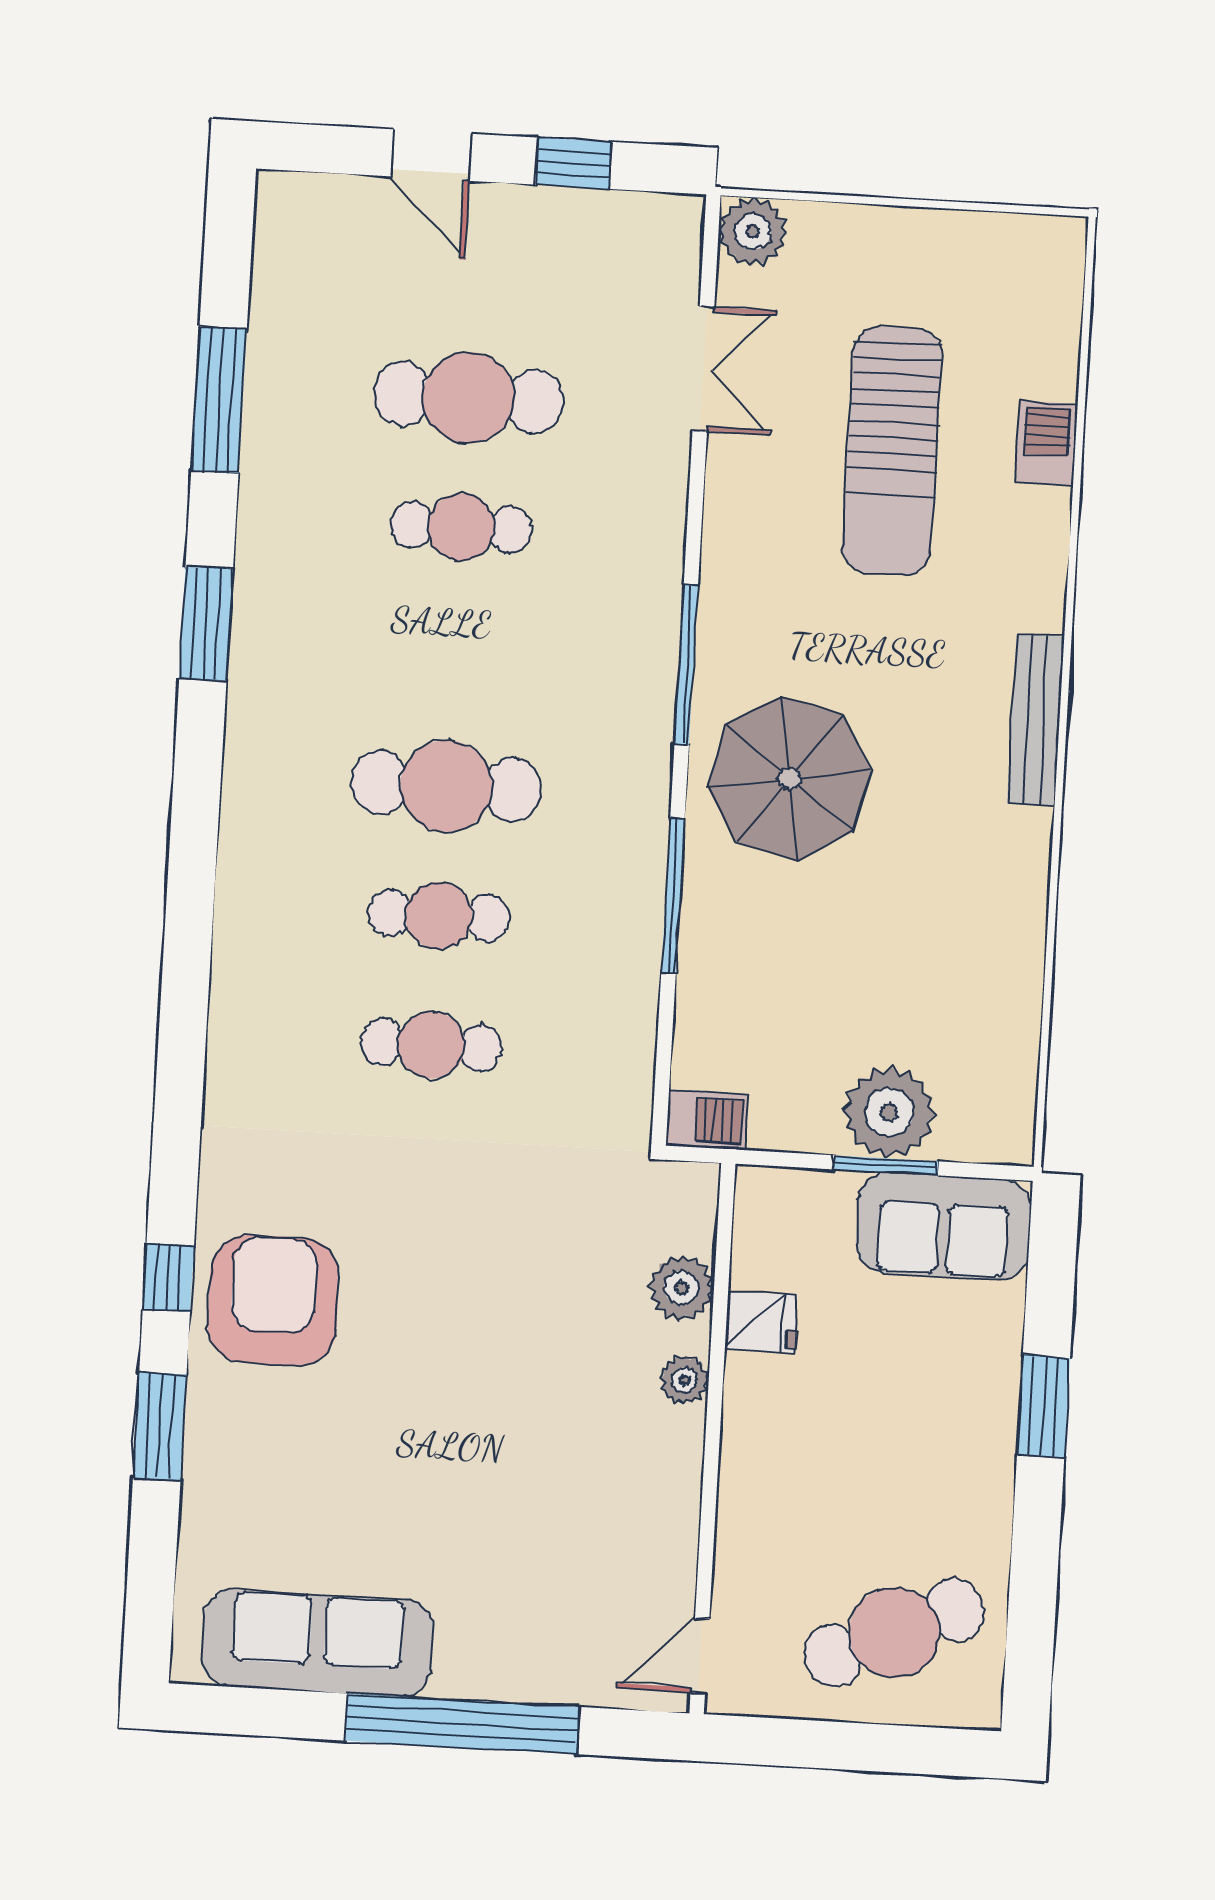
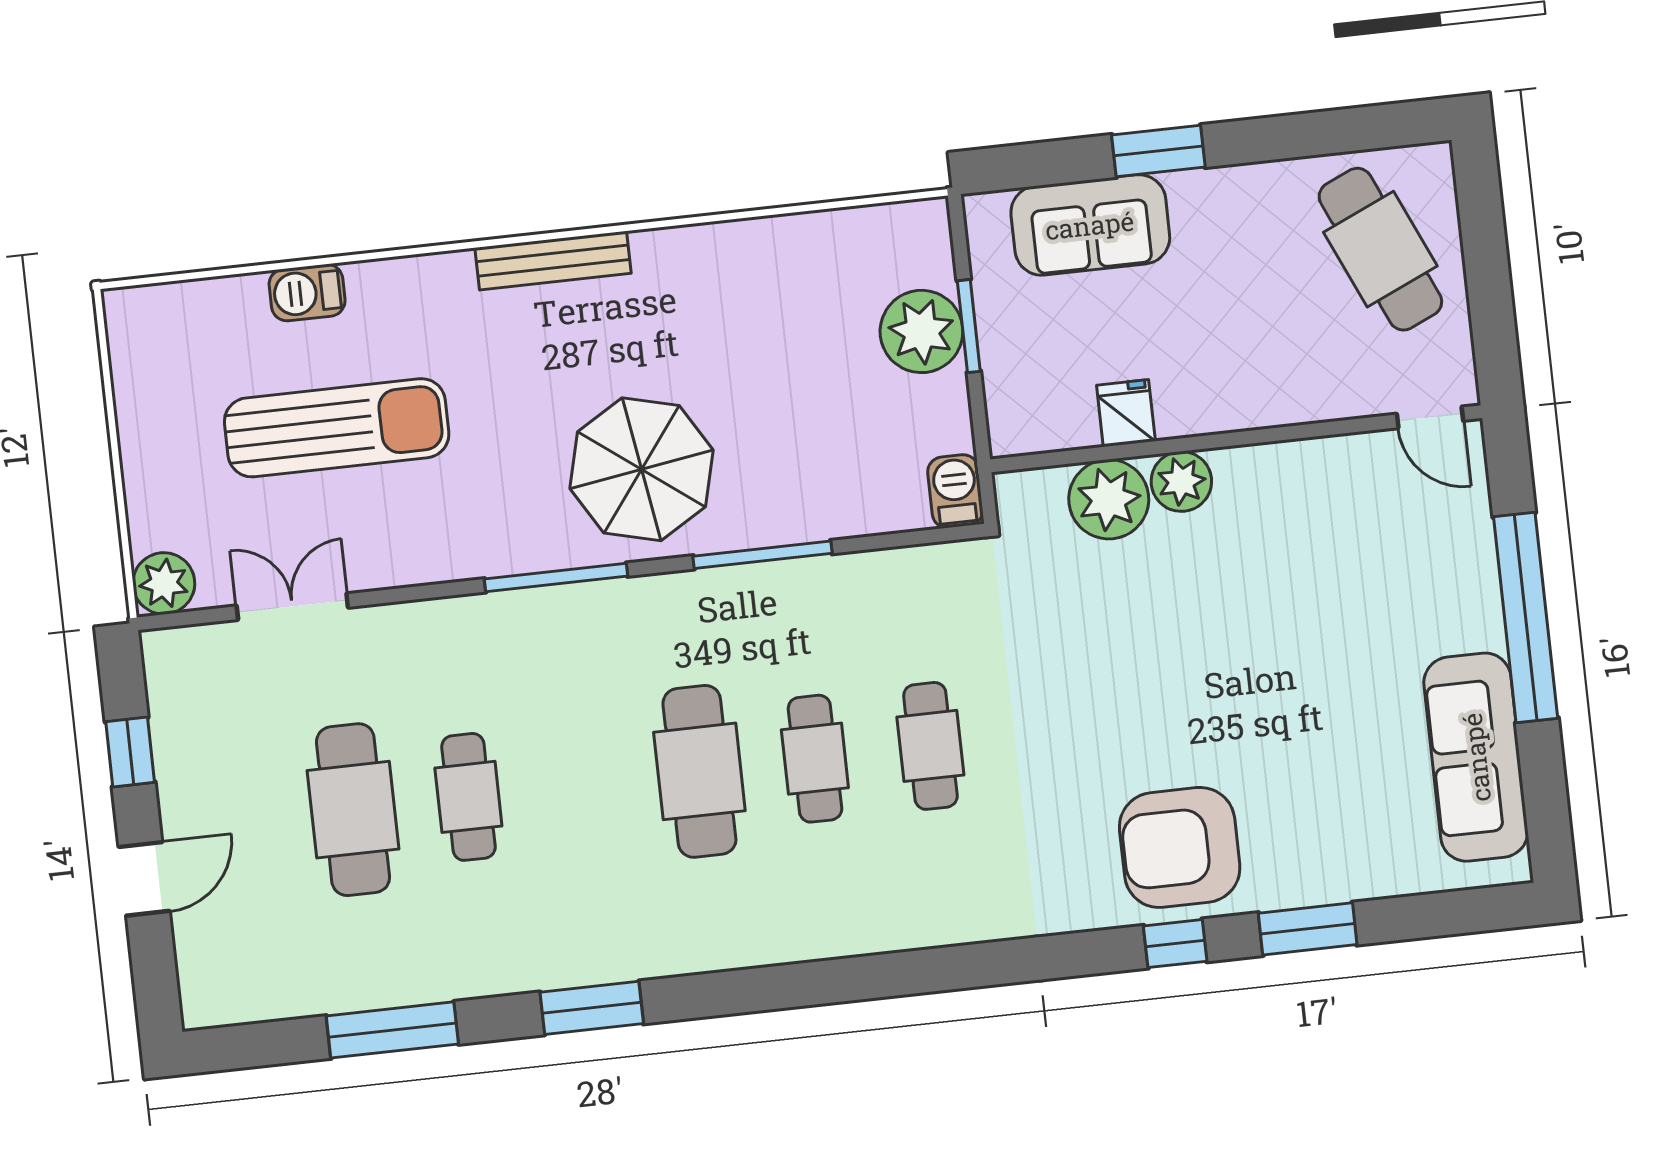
sofa: (944, 1226) -> (1090, 225), moved, turned 90
plant: (681, 1288) -> (1109, 499), width x1.36, depth x1.36
plant: (684, 1380) -> (1181, 481), width x1.38, depth x1.38

